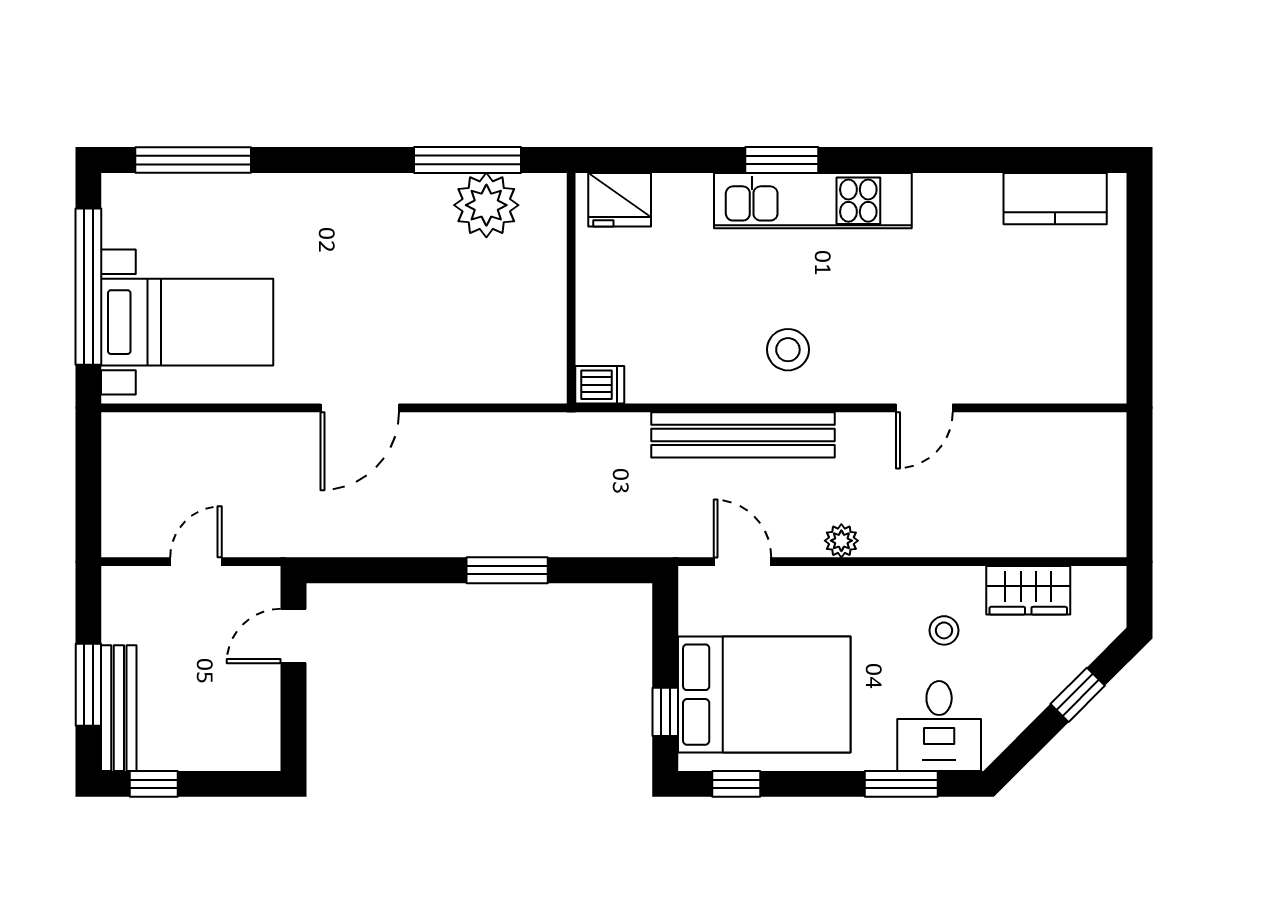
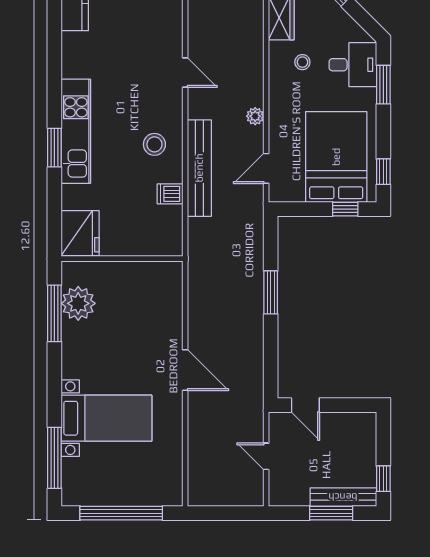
fridge: (620, 200) -> (80, 233), width x1.36, depth x1.34
bed with nightstands: (187, 322) -> (107, 418), moved, turned 90
dishwasher: (600, 385) -> (170, 194), moved, turned -90

